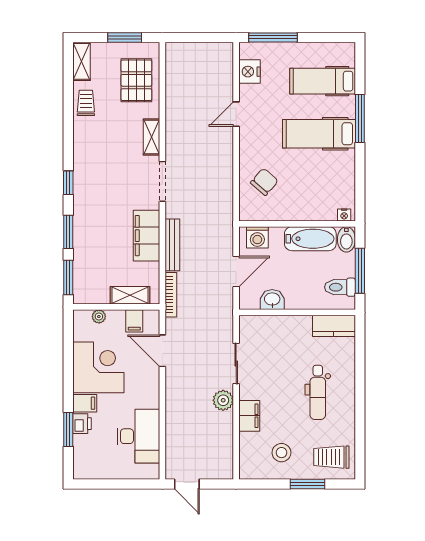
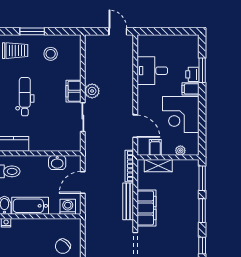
filing cabinet: (249, 416) -> (73, 91), moved
desk: (138, 436) -> (152, 71), width x0.73

